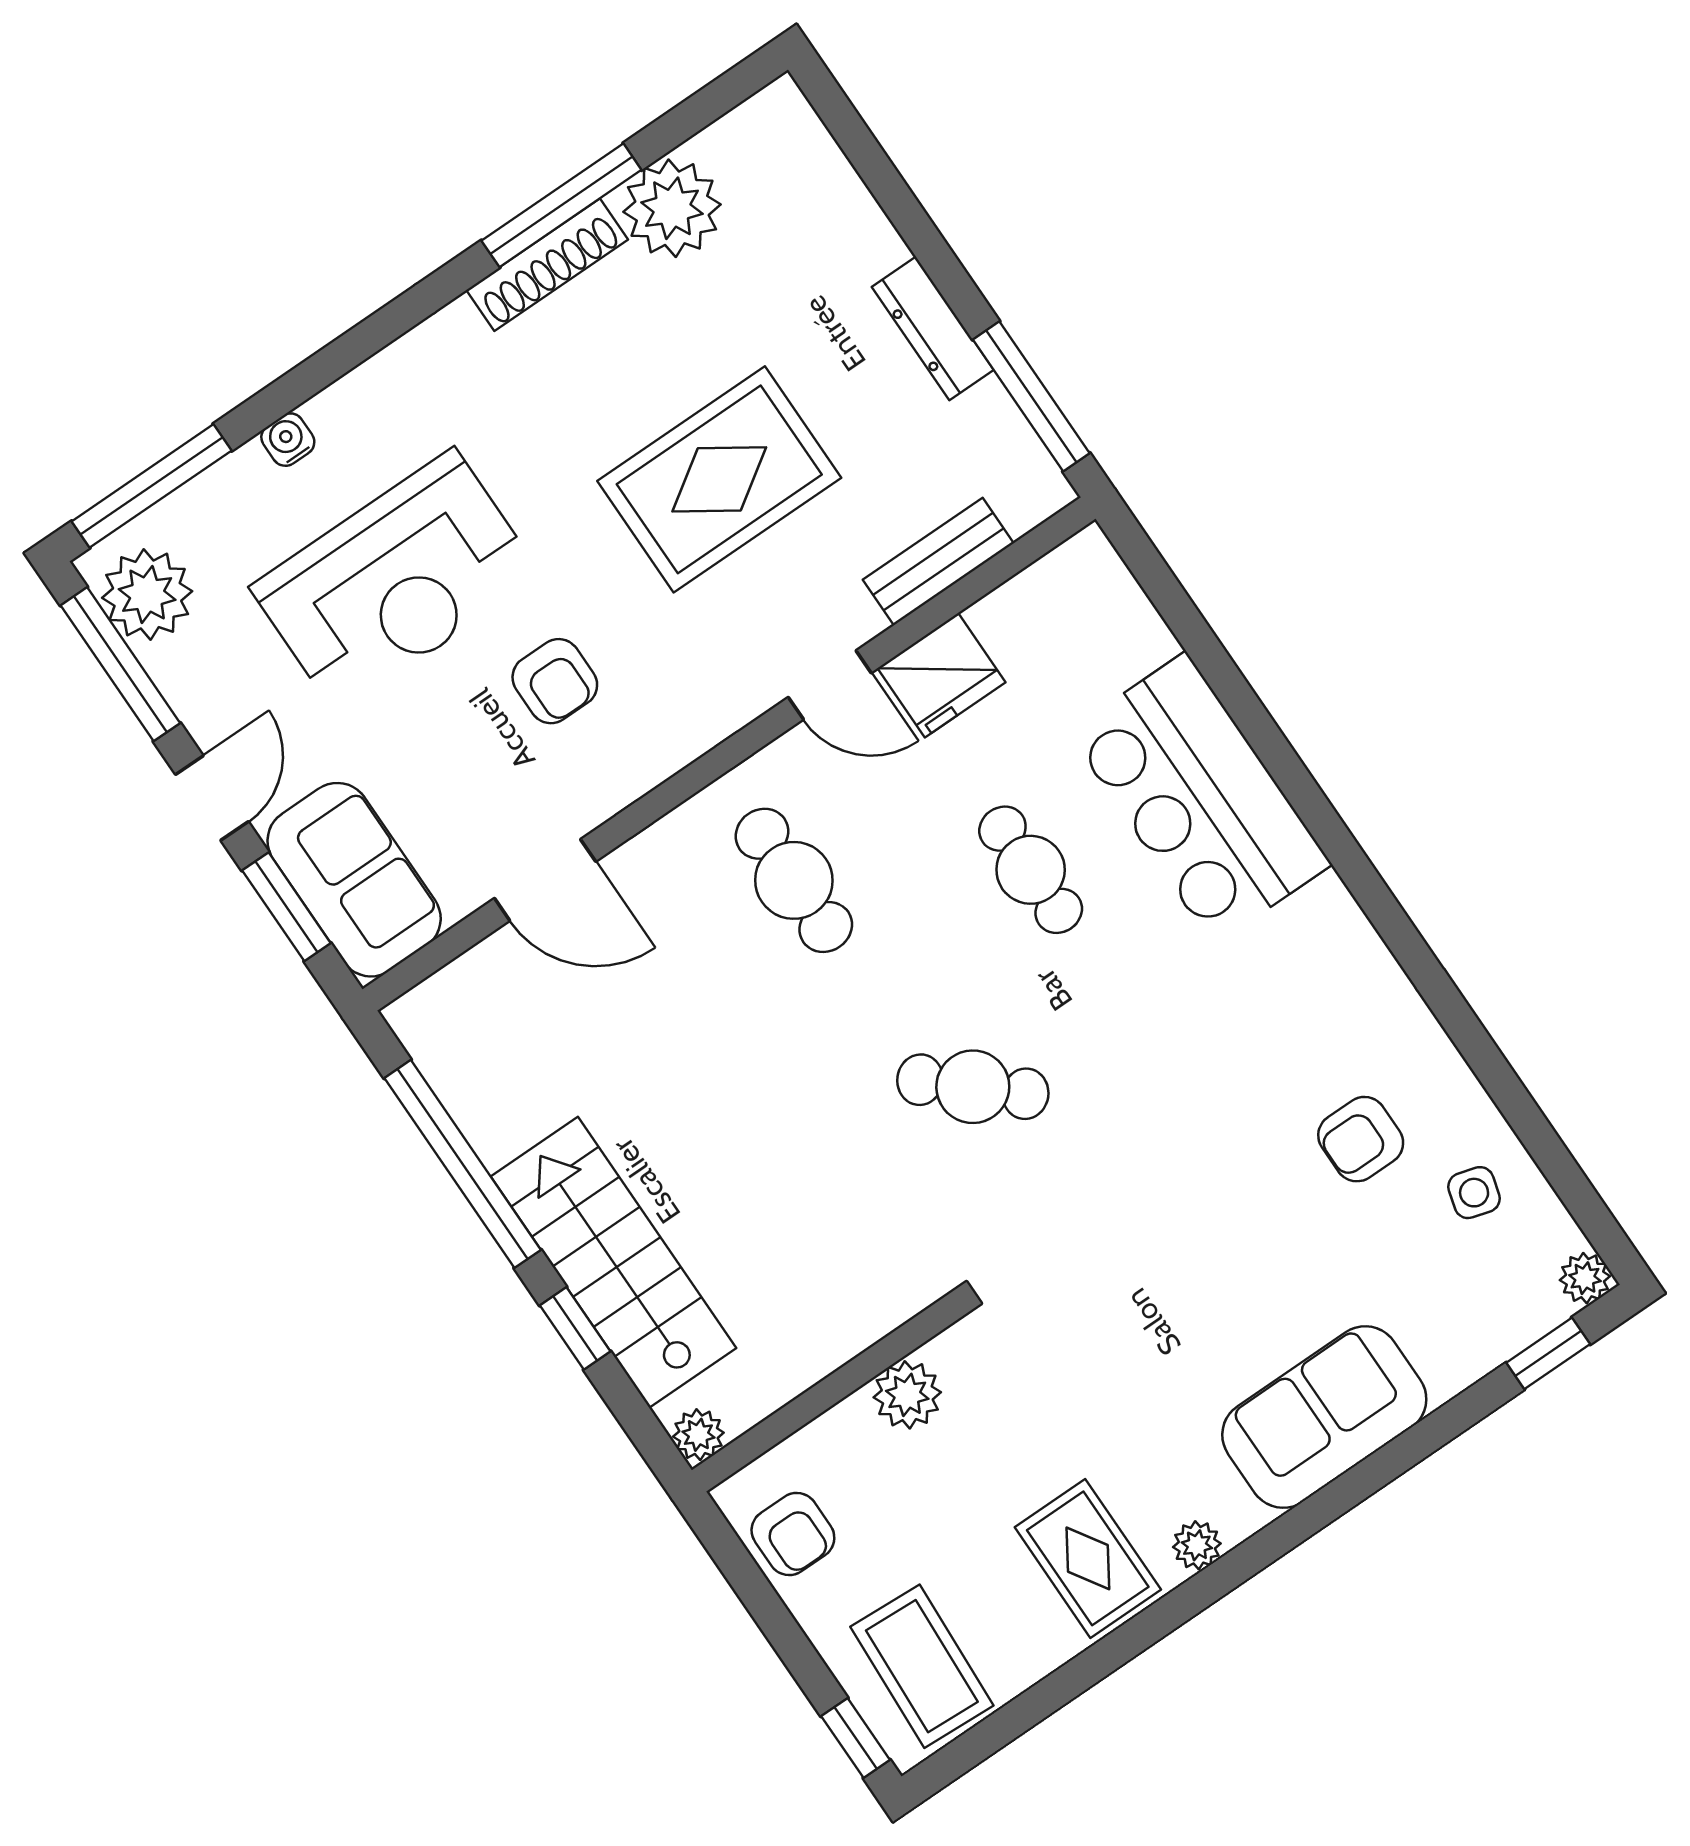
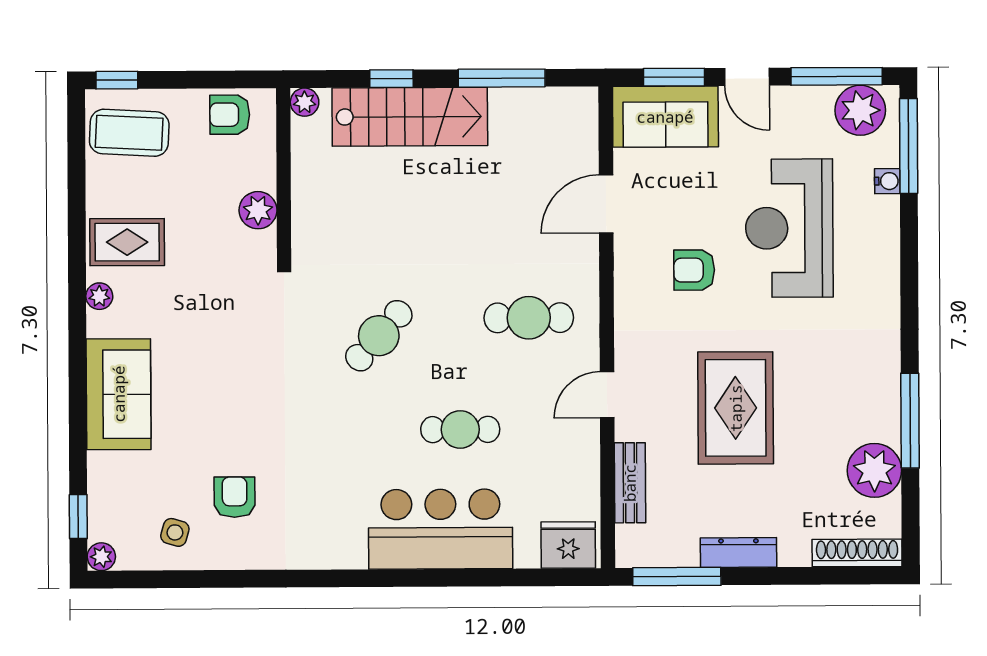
shoe rack: (547, 265) -> (857, 553), moved, turned 90
water cooler: (288, 440) -> (887, 181), moved
fridge: (941, 675) -> (568, 545), moved, turned 90
window: (463, 1164) -> (502, 78), width x0.68

